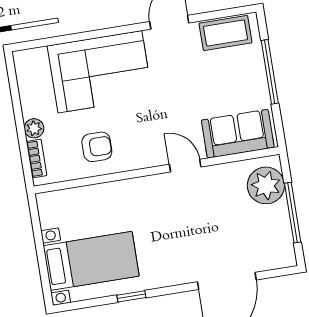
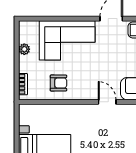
plant: (34, 128) -> (24, 49), moved

